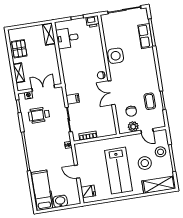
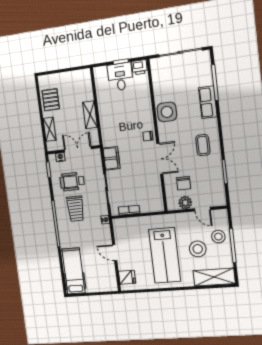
shelving: (49, 34) -> (90, 115), moved
row of seats: (145, 36) -> (208, 102), moved
desk: (67, 38) -> (120, 77), moved, turned 90
double door: (111, 93) -> (160, 159), swing flipped
filing cabinet: (73, 99) -> (112, 158), width x2.00
coffee table: (150, 101) -> (203, 145), moved
trolley: (43, 137) -> (76, 209), added
washbasin: (60, 201) -> (94, 286), removed

